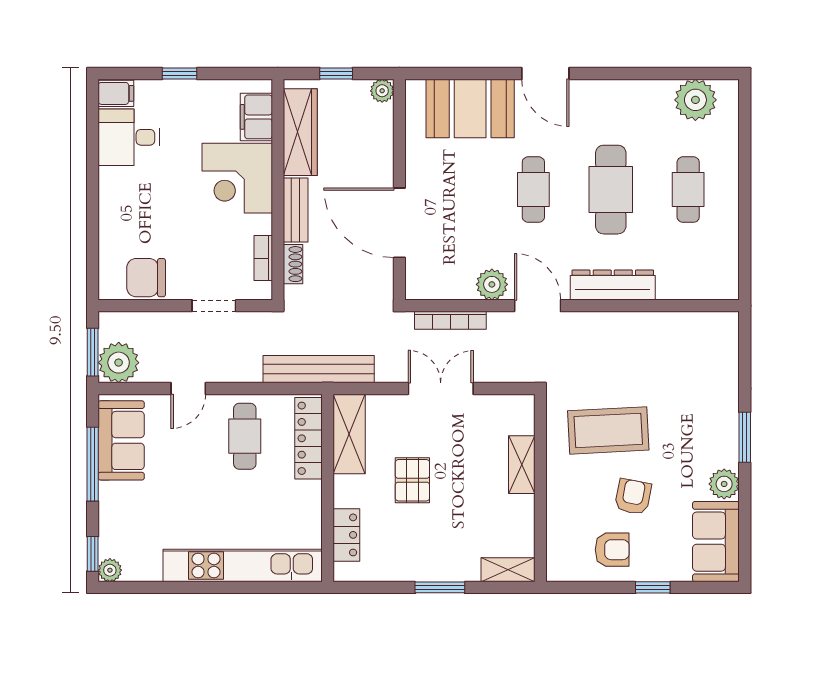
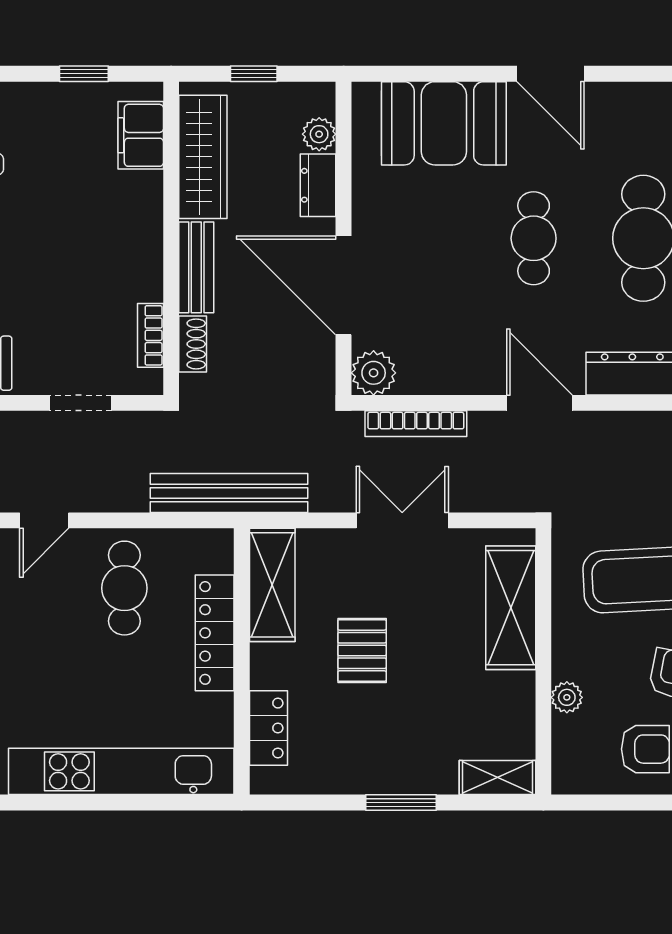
window: (180, 73) -> (84, 74), moved
plant: (382, 91) -> (319, 134), moved
dresser: (381, 152) -> (318, 185), added
corner desk: (237, 178) -> (114, 222), removed
plant: (492, 284) -> (374, 373), moved
locker: (308, 438) -> (215, 633), moved
shelving: (522, 465) -> (511, 608), width x1.50, depth x1.33
plant: (557, 513) -> (567, 697), added

